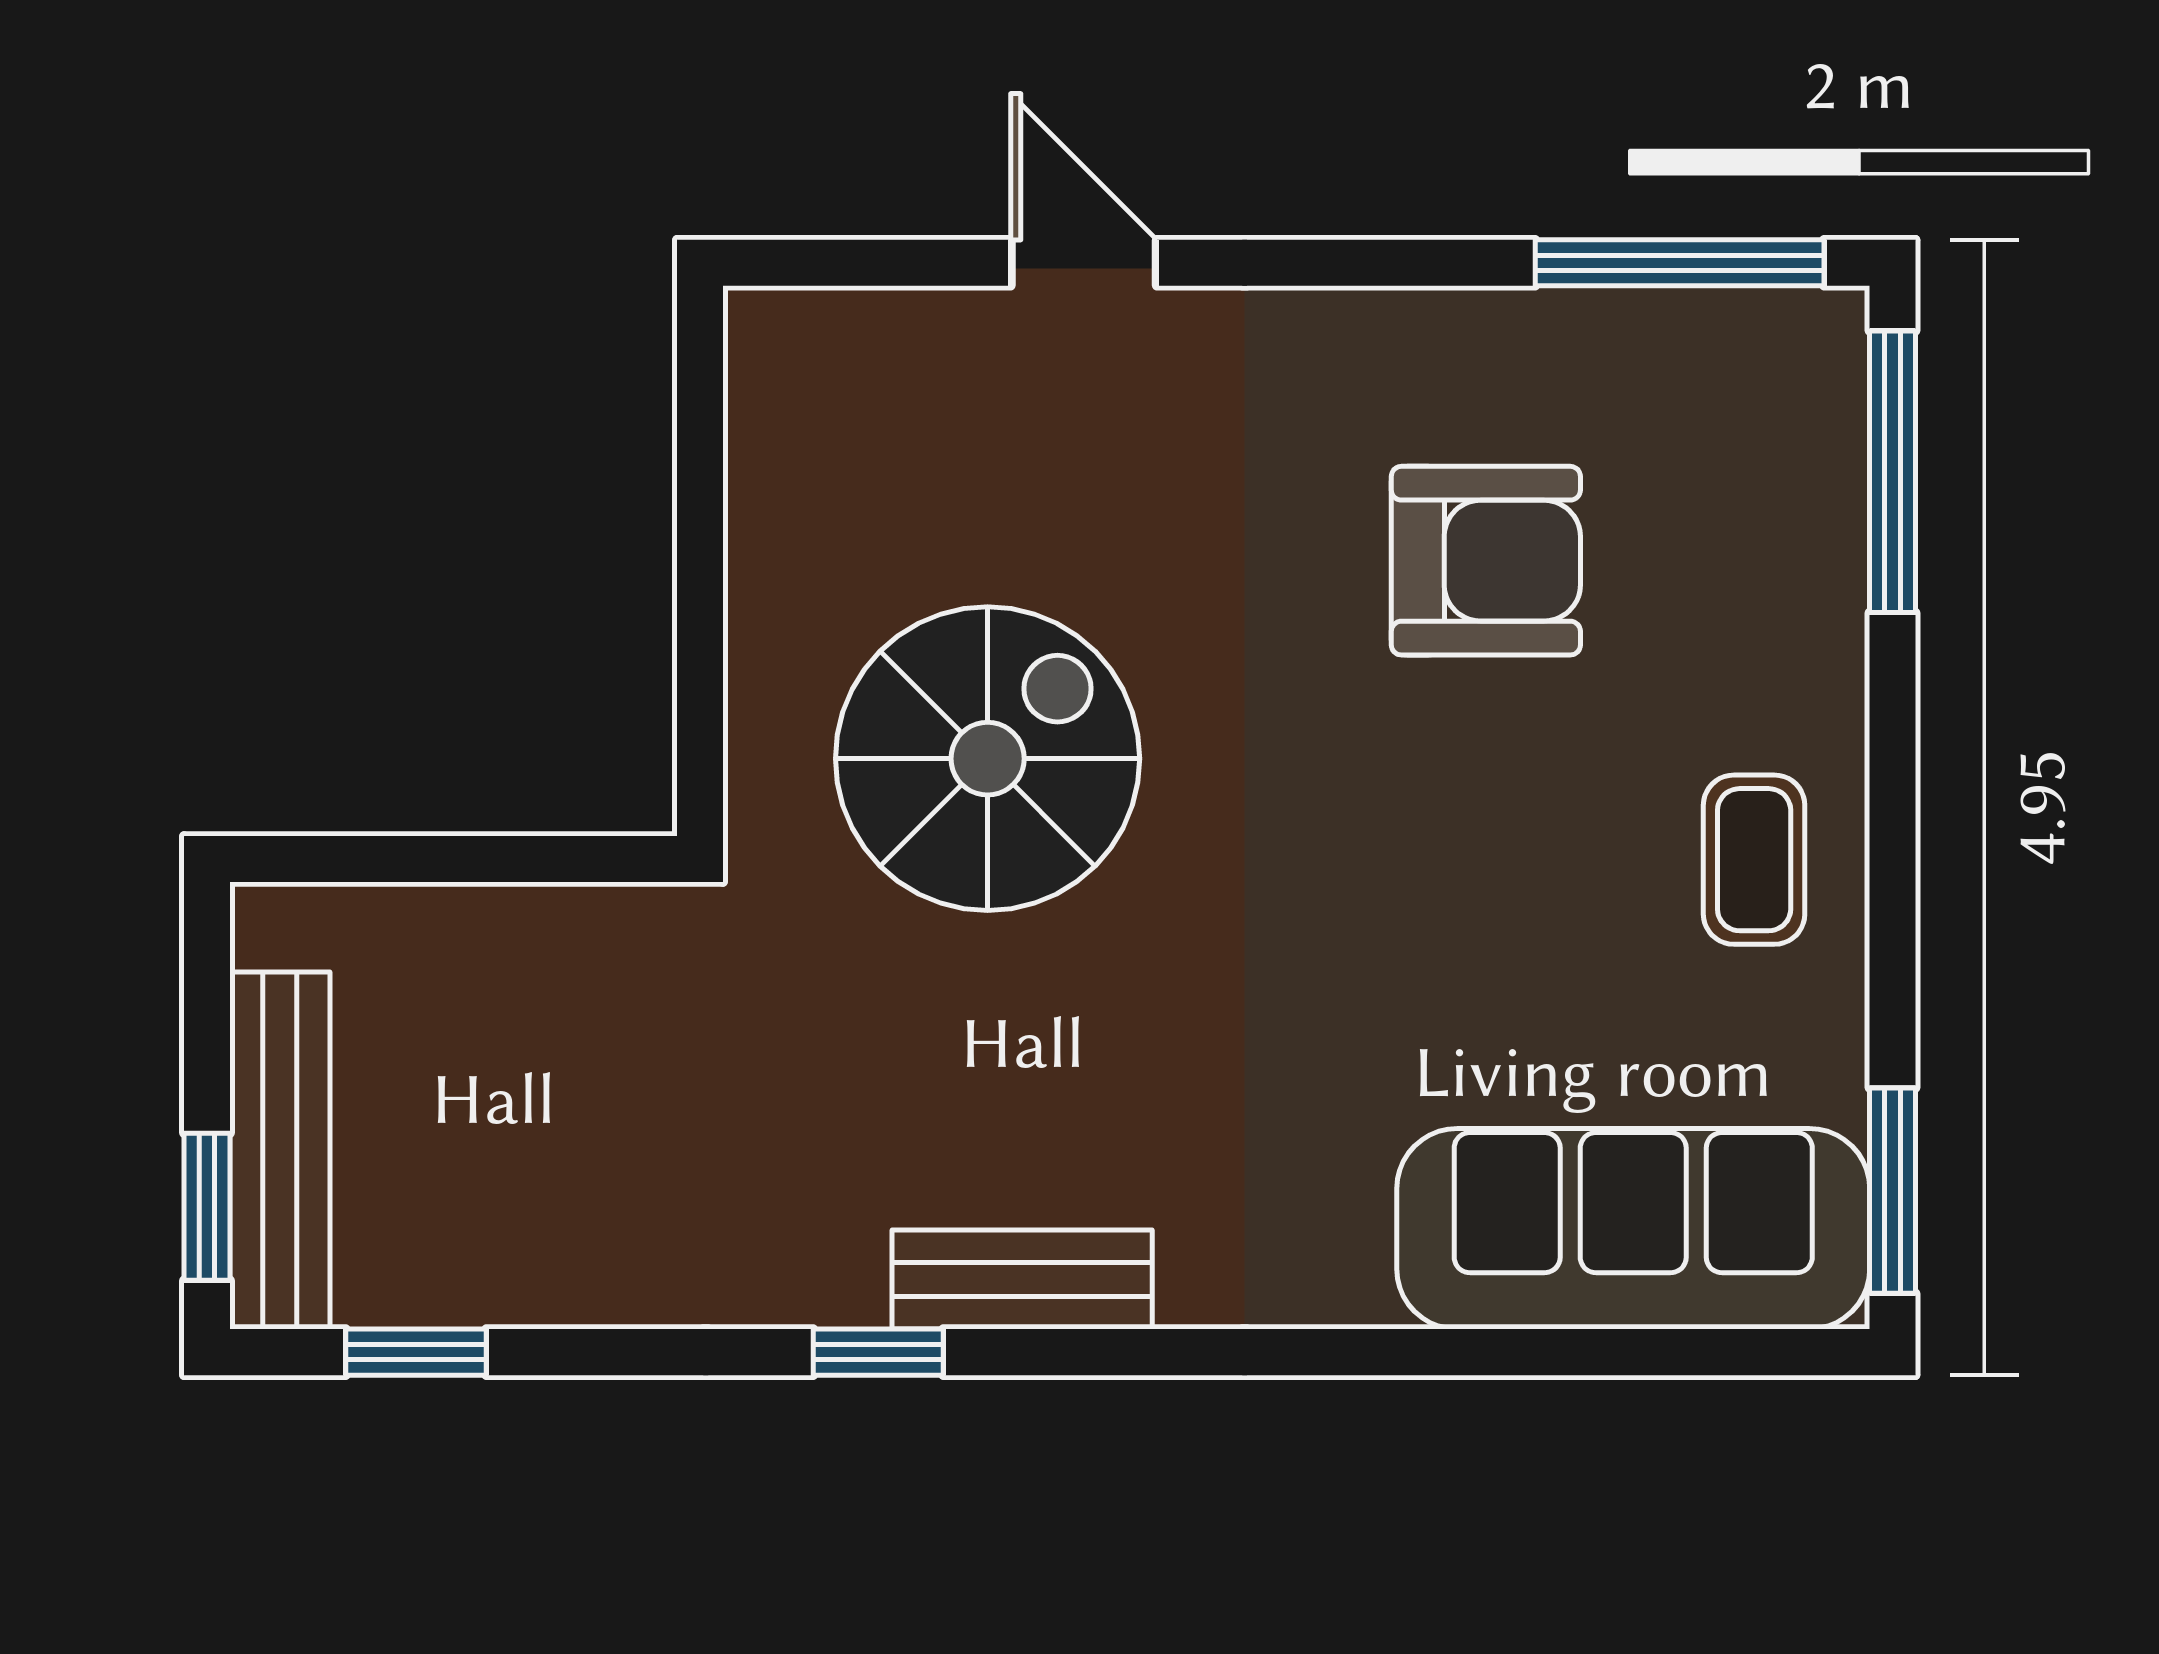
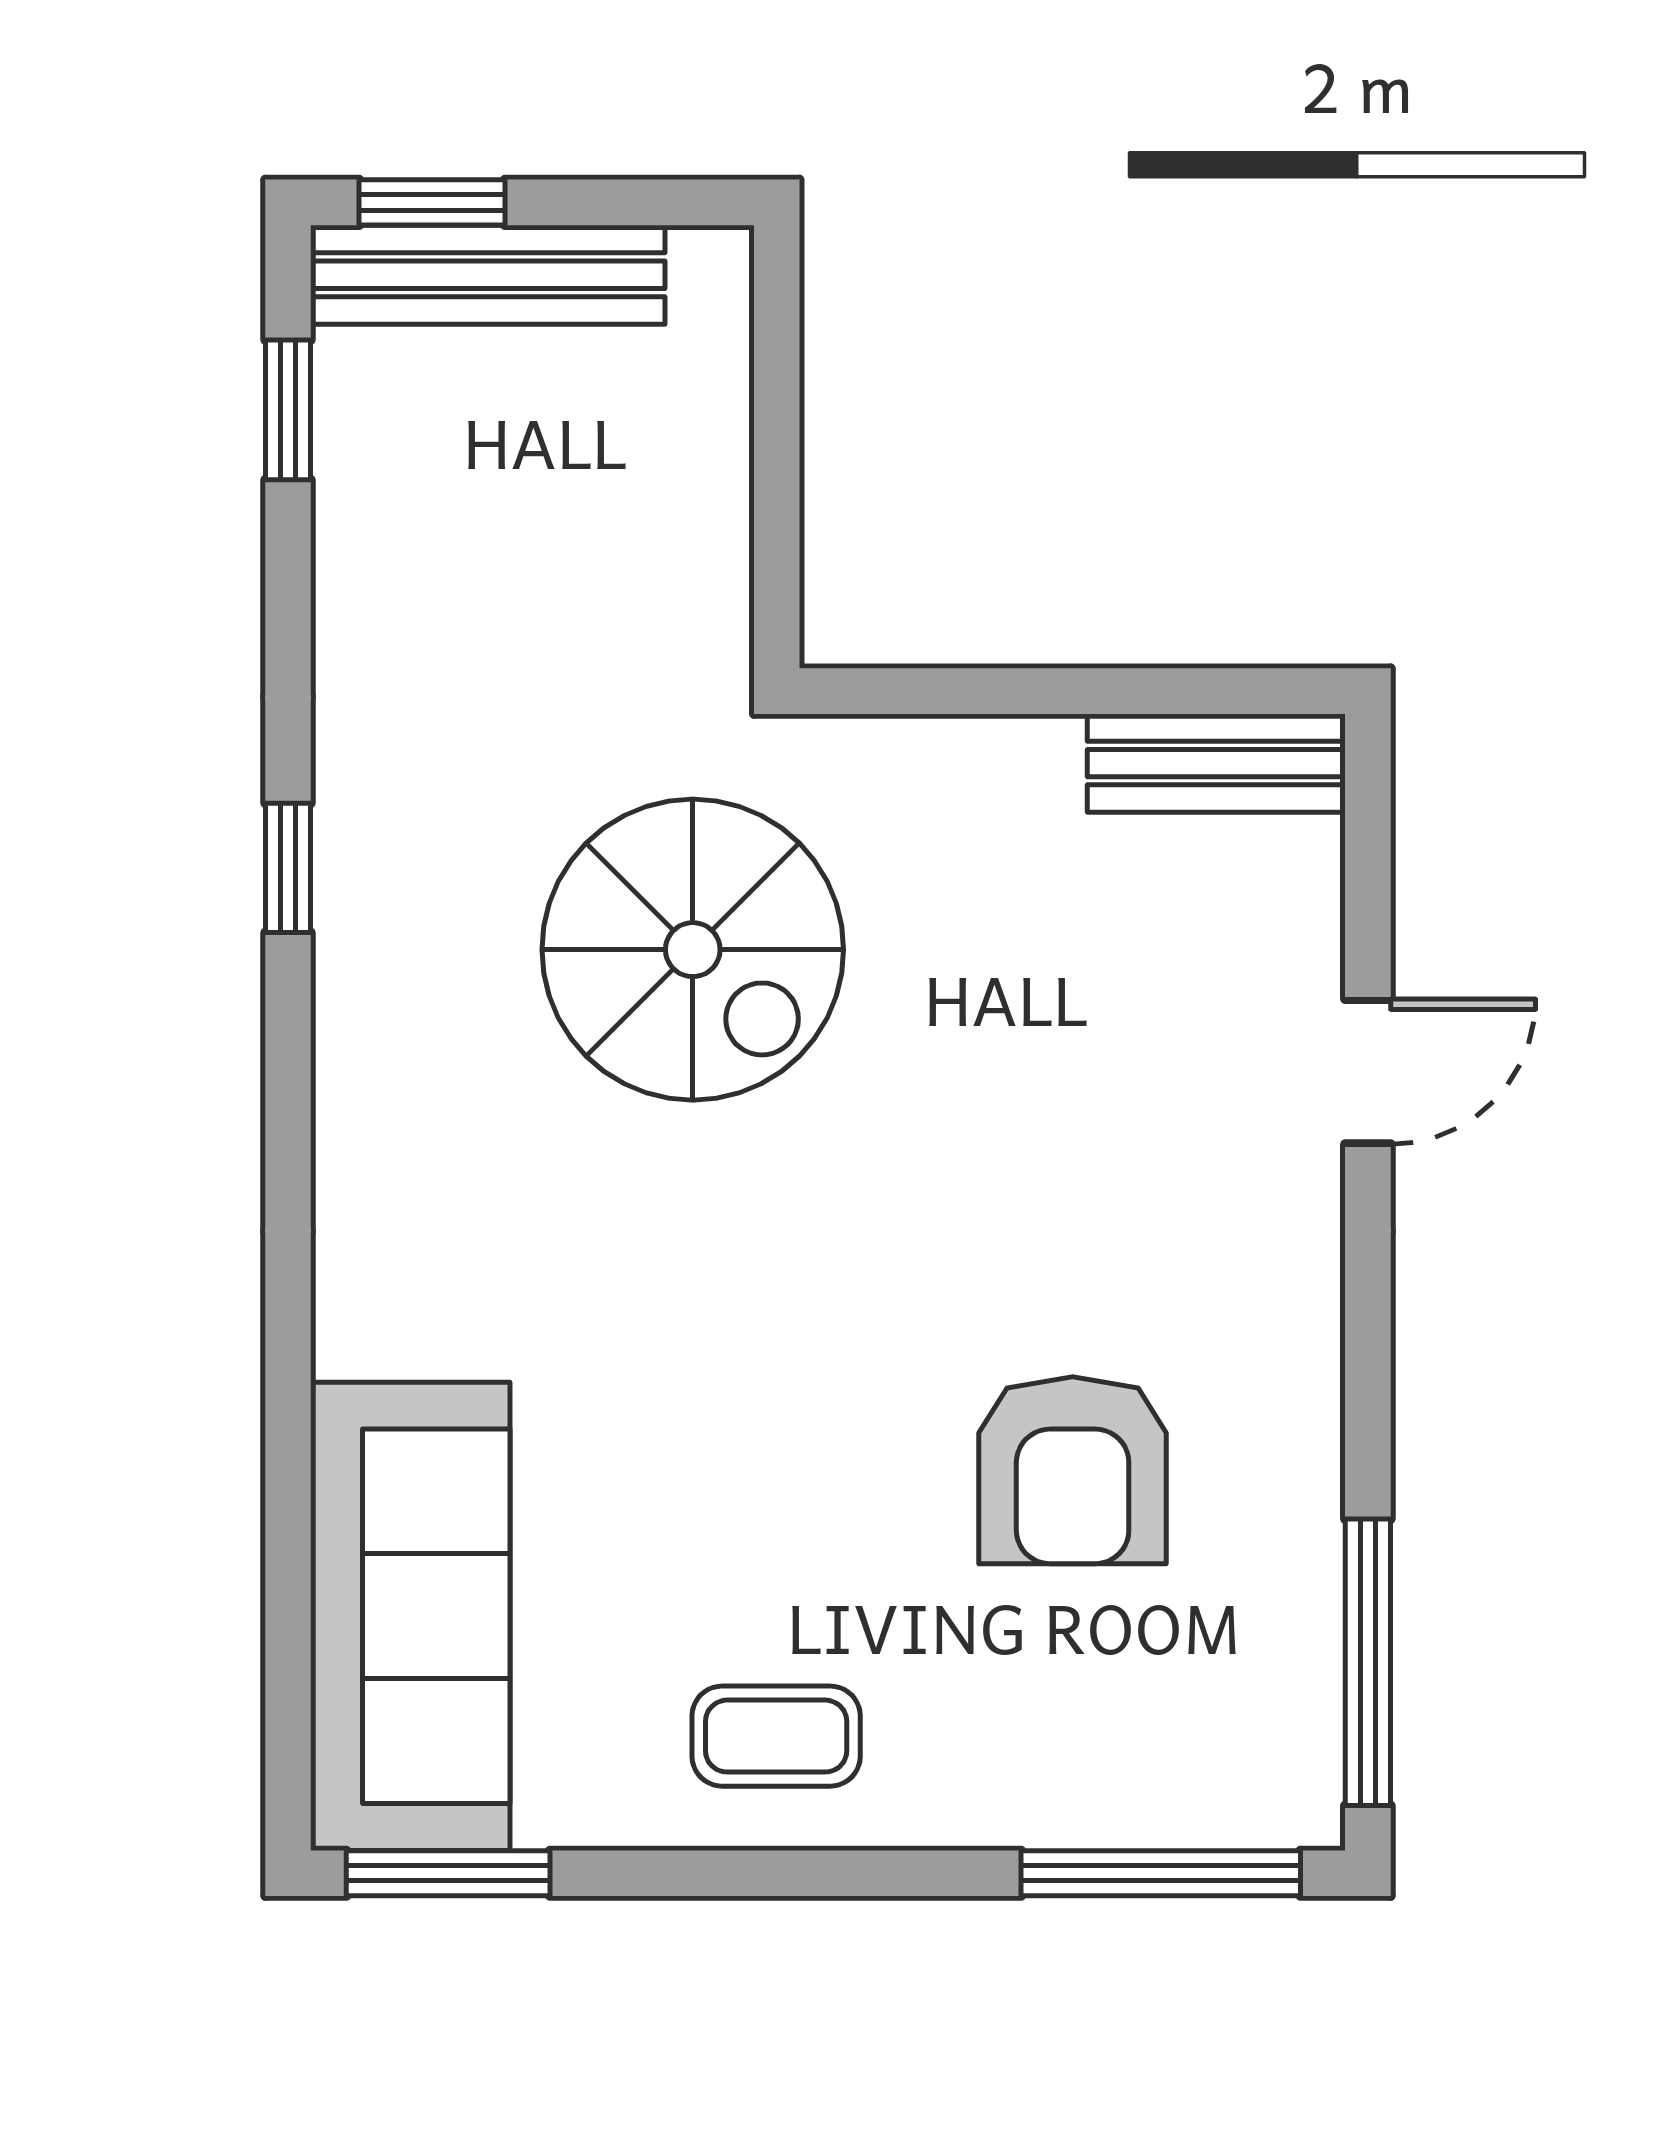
spiral stairs: (988, 759) -> (693, 950), moved
bench: (1022, 1280) -> (1216, 763), moved, turned 90

